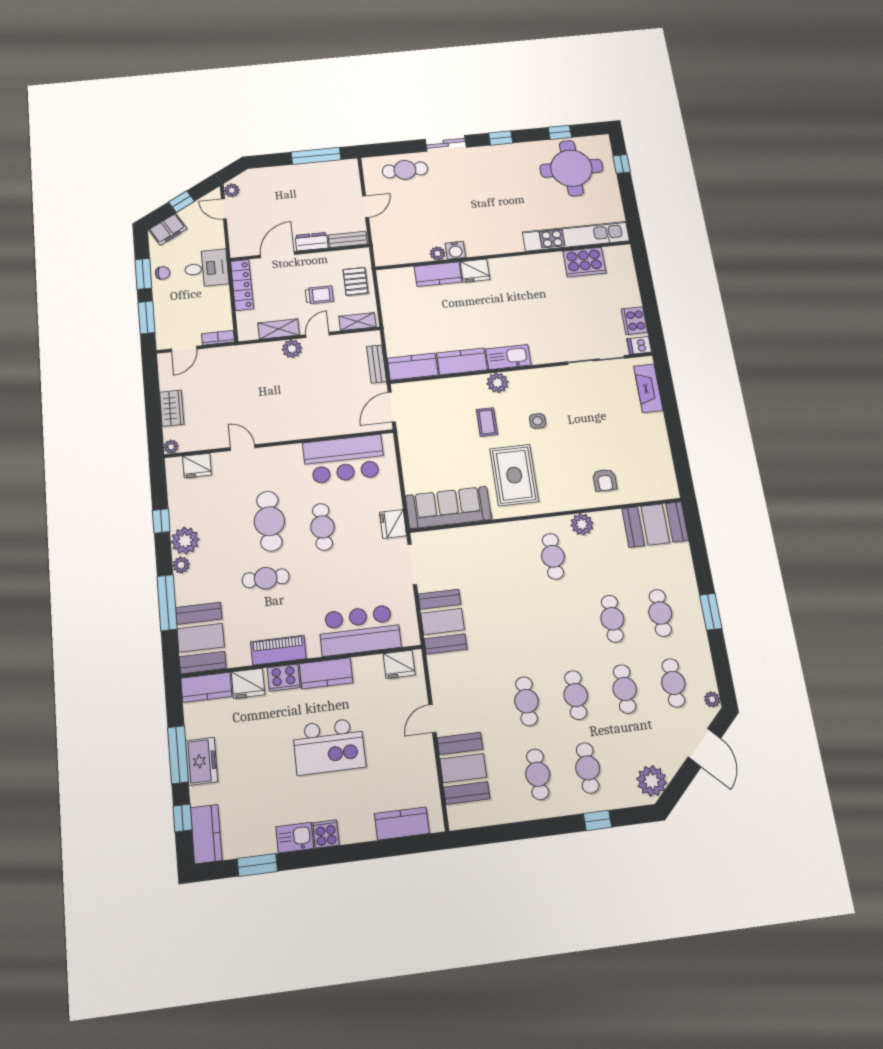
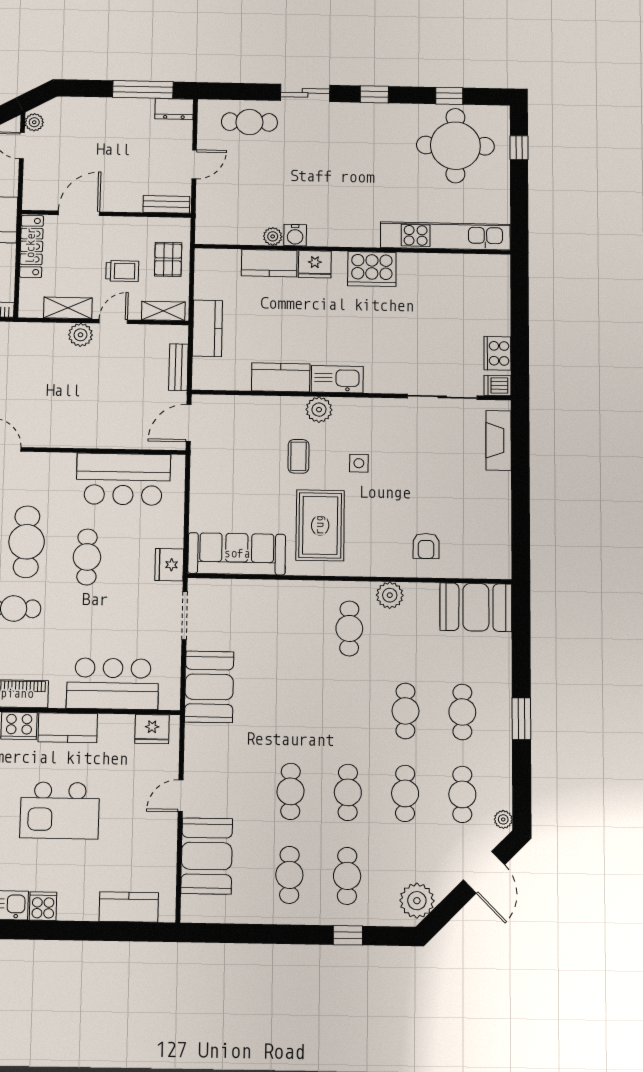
dresser: (312, 242) -> (174, 109), moved, turned 180
cooker: (584, 262) -> (372, 269), moved
kitchen counter: (413, 367) -> (207, 328), moved, turned 90

